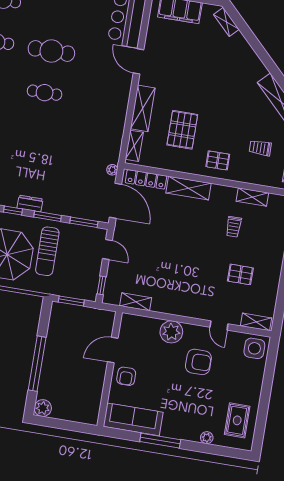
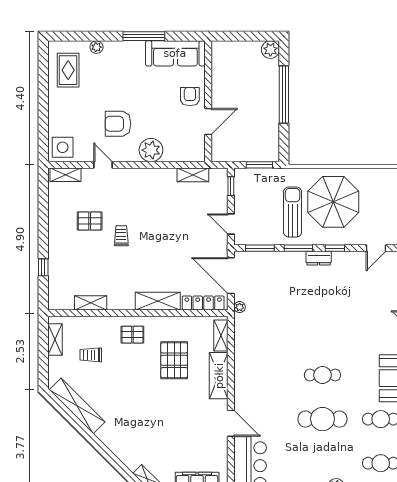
trolley: (260, 148) -> (91, 355), turned 180
trolley: (234, 227) -> (121, 236), moved

